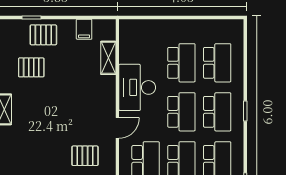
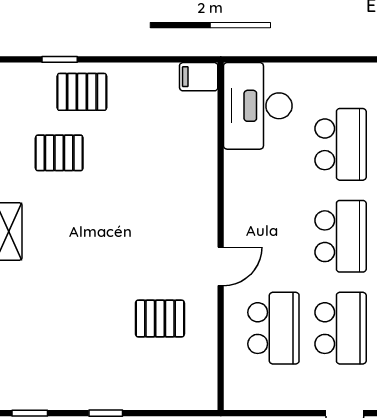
filing cabinet: (84, 29) -> (199, 77), moved, turned 90
shelving: (108, 58) -> (204, 135), removed
desk: (137, 87) -> (258, 106), moved

